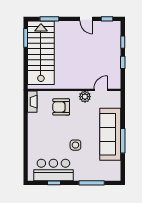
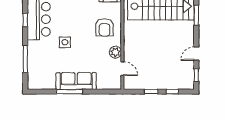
armchair: (61, 107) -> (105, 27), turned 180
sofa: (110, 134) -> (76, 81), width x0.74, depth x0.79

